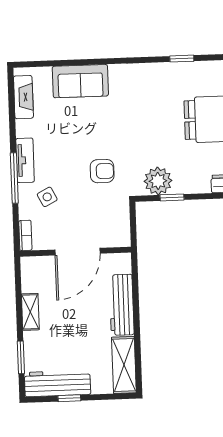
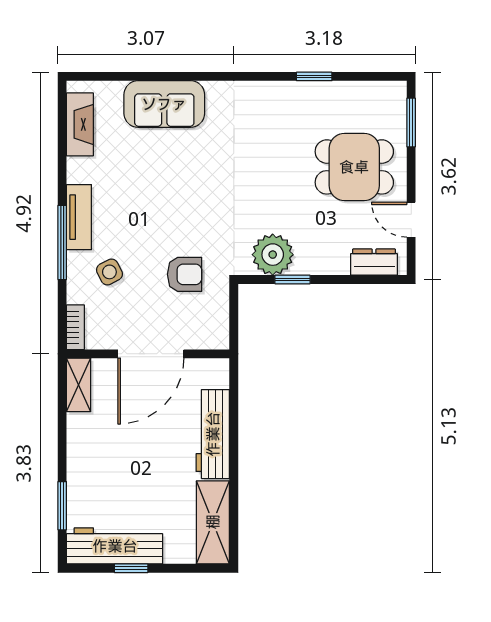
armchair: (102, 171) -> (185, 274), moved
shelving: (30, 312) -> (79, 385), moved

